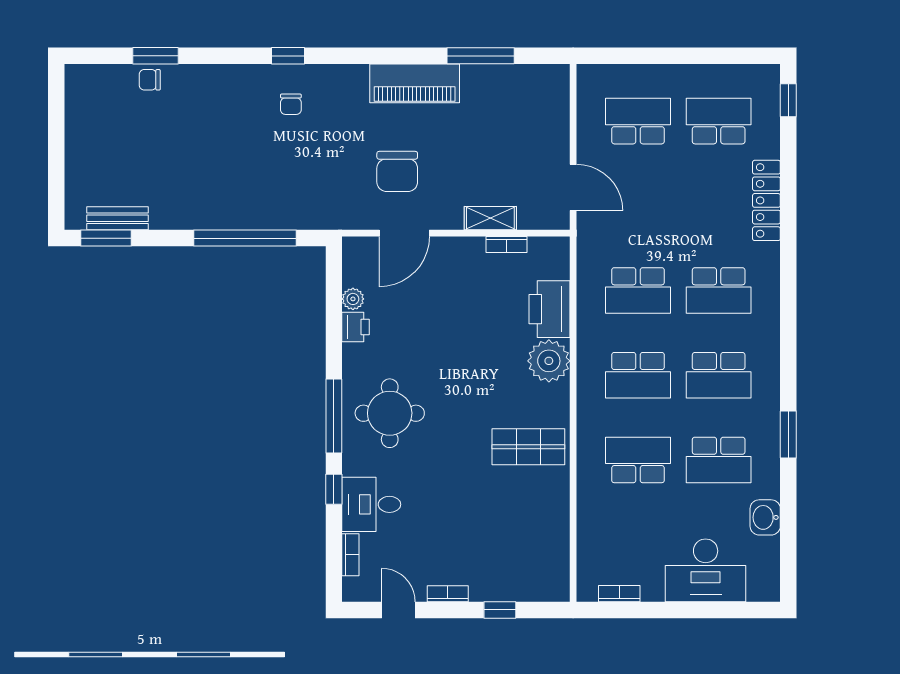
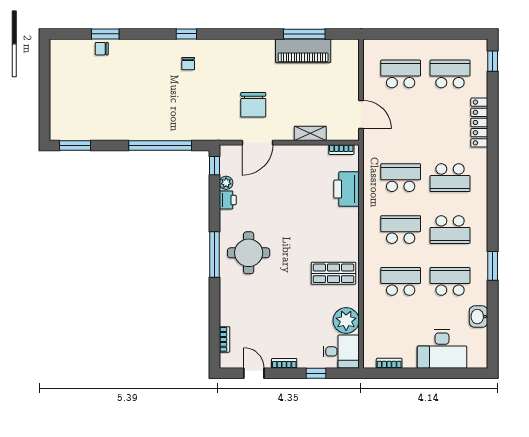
piano: (415, 83) -> (303, 51), moved
bench: (118, 218) -> (82, 133), removed
bookcase: (507, 245) -> (341, 150), moved
school desk: (638, 291) -> (401, 178), turned 180
plant: (549, 361) -> (346, 320), moved
school desk: (638, 375) -> (401, 230), turned 180
school desk: (719, 460) -> (450, 281), turned 180
window: (334, 489) -> (214, 166), moved
desk: (371, 504) -> (341, 351), moved, turned 180

